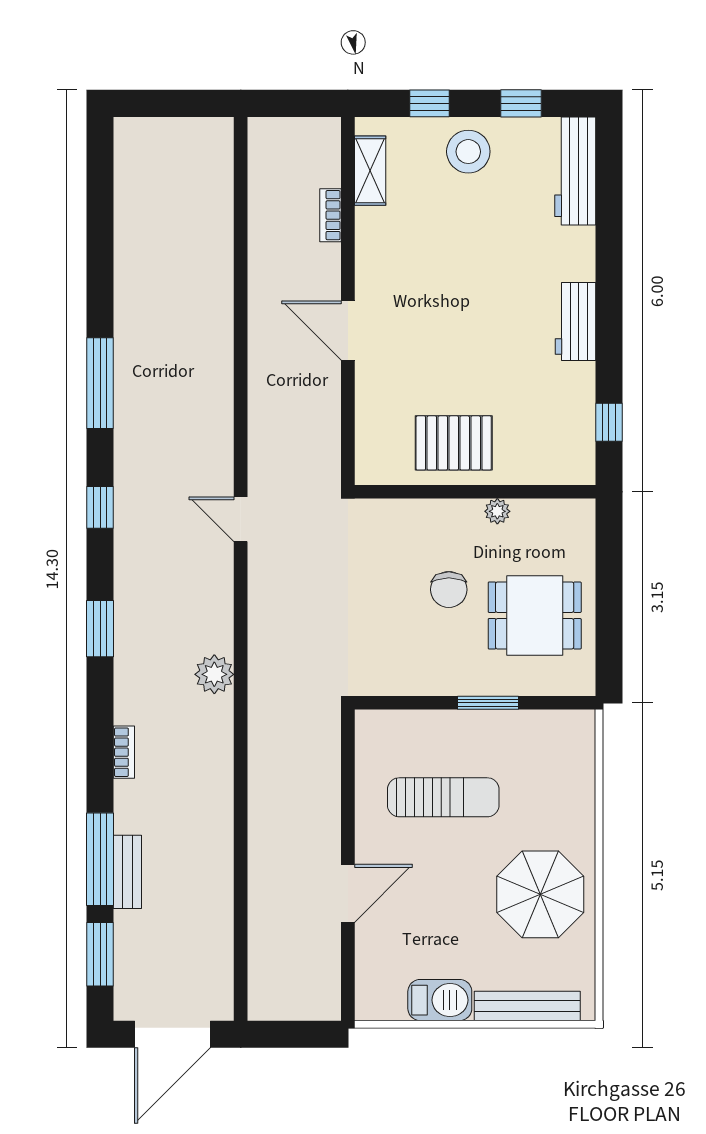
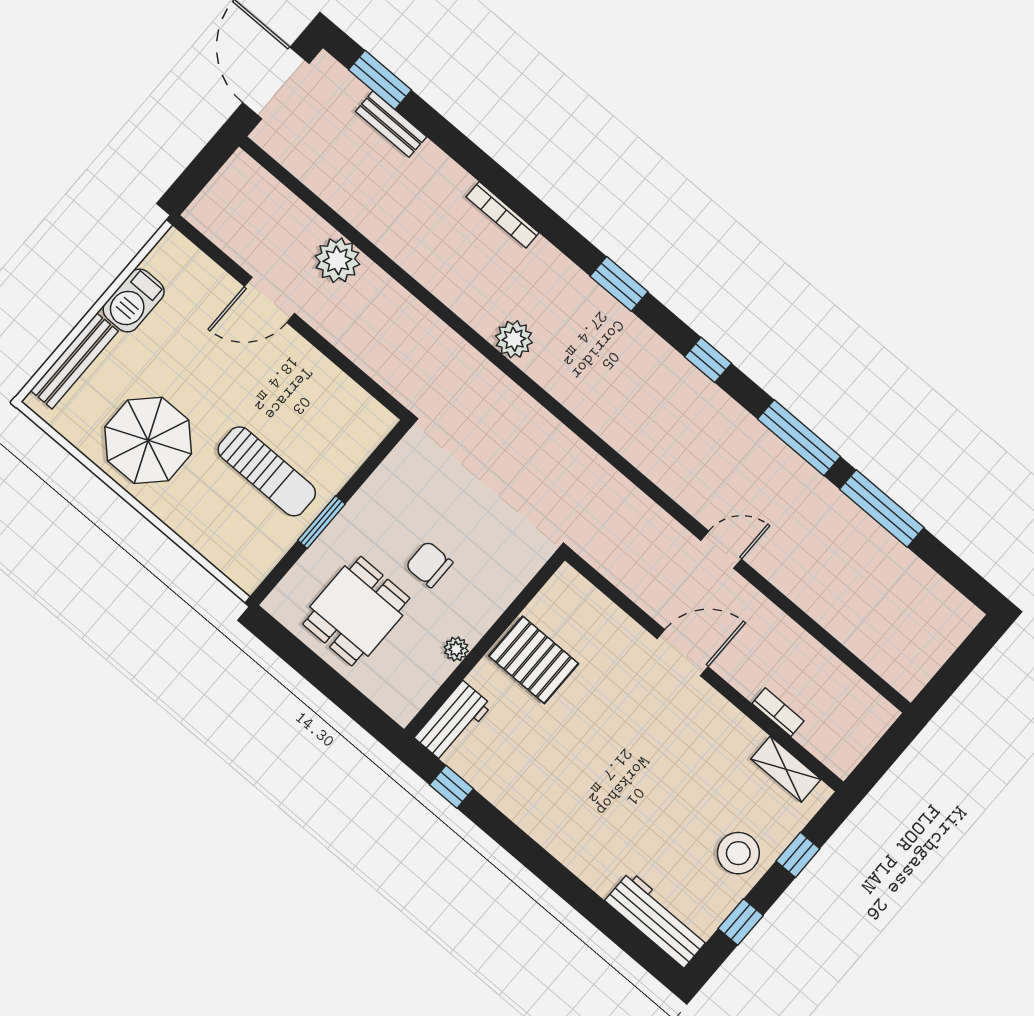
workbench: (575, 322) -> (453, 722), moved, turned 90
pallet: (454, 443) -> (534, 660), turned 90
door: (241, 519) -> (721, 550), moved
bookcase: (124, 752) -> (503, 215), width x1.56
sun lounger: (443, 797) -> (267, 471), moved, turned -90
window: (100, 859) -> (882, 508), moved
plant: (271, 866) -> (337, 260), added
bench: (127, 872) -> (391, 124), moved
door: (348, 893) -> (270, 300), hinge flipped

